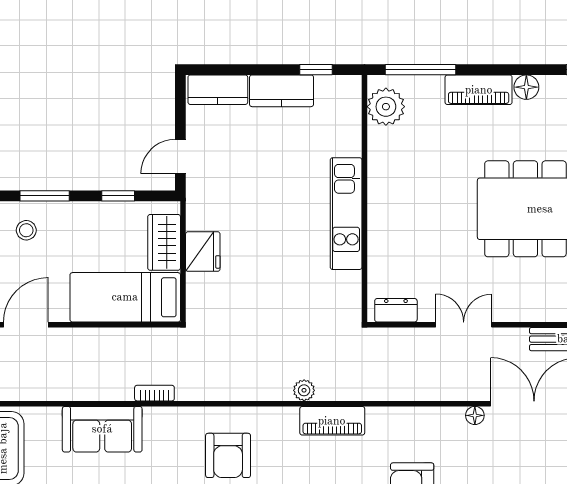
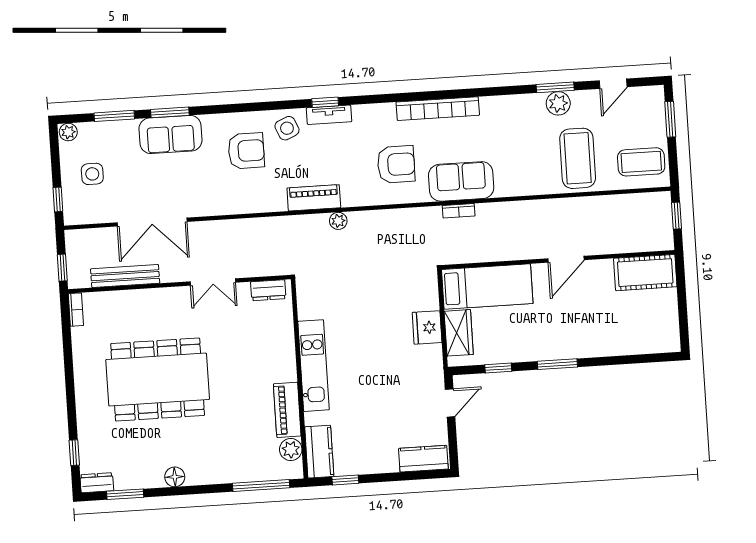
piano: (479, 90) -> (287, 410), moved, turned -90
kitchen counter: (282, 91) -> (319, 452), moved, turned 90
plant: (386, 107) -> (291, 450), width x0.73, depth x0.73
stool: (26, 230) -> (571, 335), removed
floor lamp: (475, 415) -> (199, 209), removed
sofa: (102, 429) -> (461, 181), moved
armchair: (228, 455) -> (396, 164), turned 90

